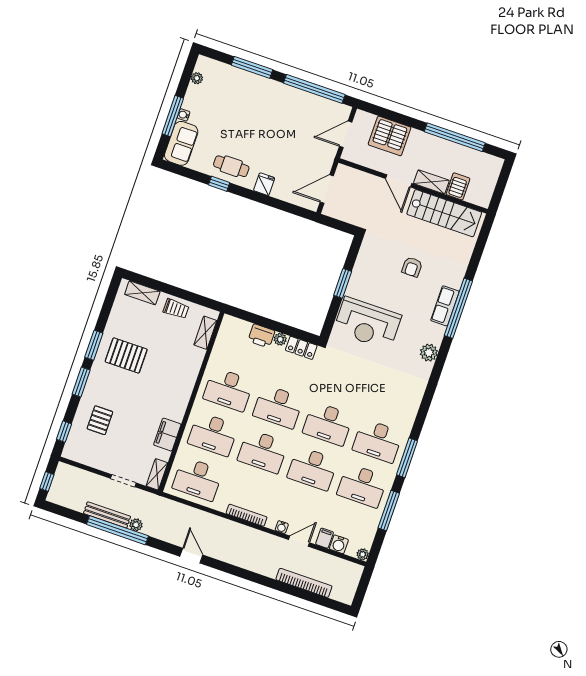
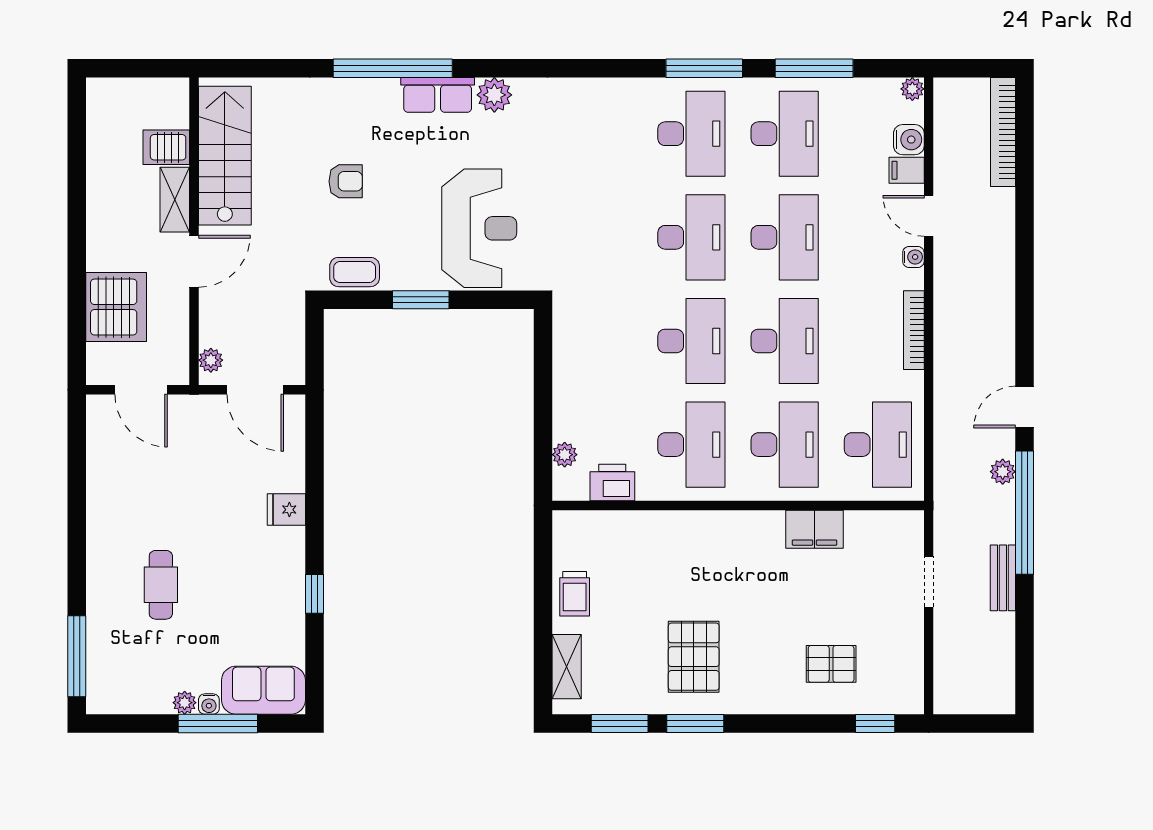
window: (252, 67) -> (77, 656), moved
plant: (197, 78) -> (185, 703), moved
window: (314, 89) -> (77, 477), removed
window: (455, 137) -> (77, 185), removed
cafe table: (231, 166) -> (161, 585), moved
plant: (348, 173) -> (211, 360), added
coffee table: (367, 256) -> (355, 272), added
row of seats: (445, 306) -> (438, 95), moved
trolley: (176, 309) -> (575, 594), turned 180
shelving: (205, 333) -> (600, 524), removed
printer: (261, 336) -> (612, 483), moved, turned -90
plant: (280, 339) -> (565, 455), moved
locker: (301, 348) -> (567, 335), removed
window: (81, 382) -> (620, 723), moved
shelving: (157, 474) -> (895, 523), removed
window: (47, 482) -> (979, 723), removed
bench: (107, 515) -> (1003, 578), width x0.73
plant: (136, 525) -> (1003, 472), moved
window: (117, 530) -> (1025, 513), moved
bookcase: (304, 583) -> (1003, 132), moved

